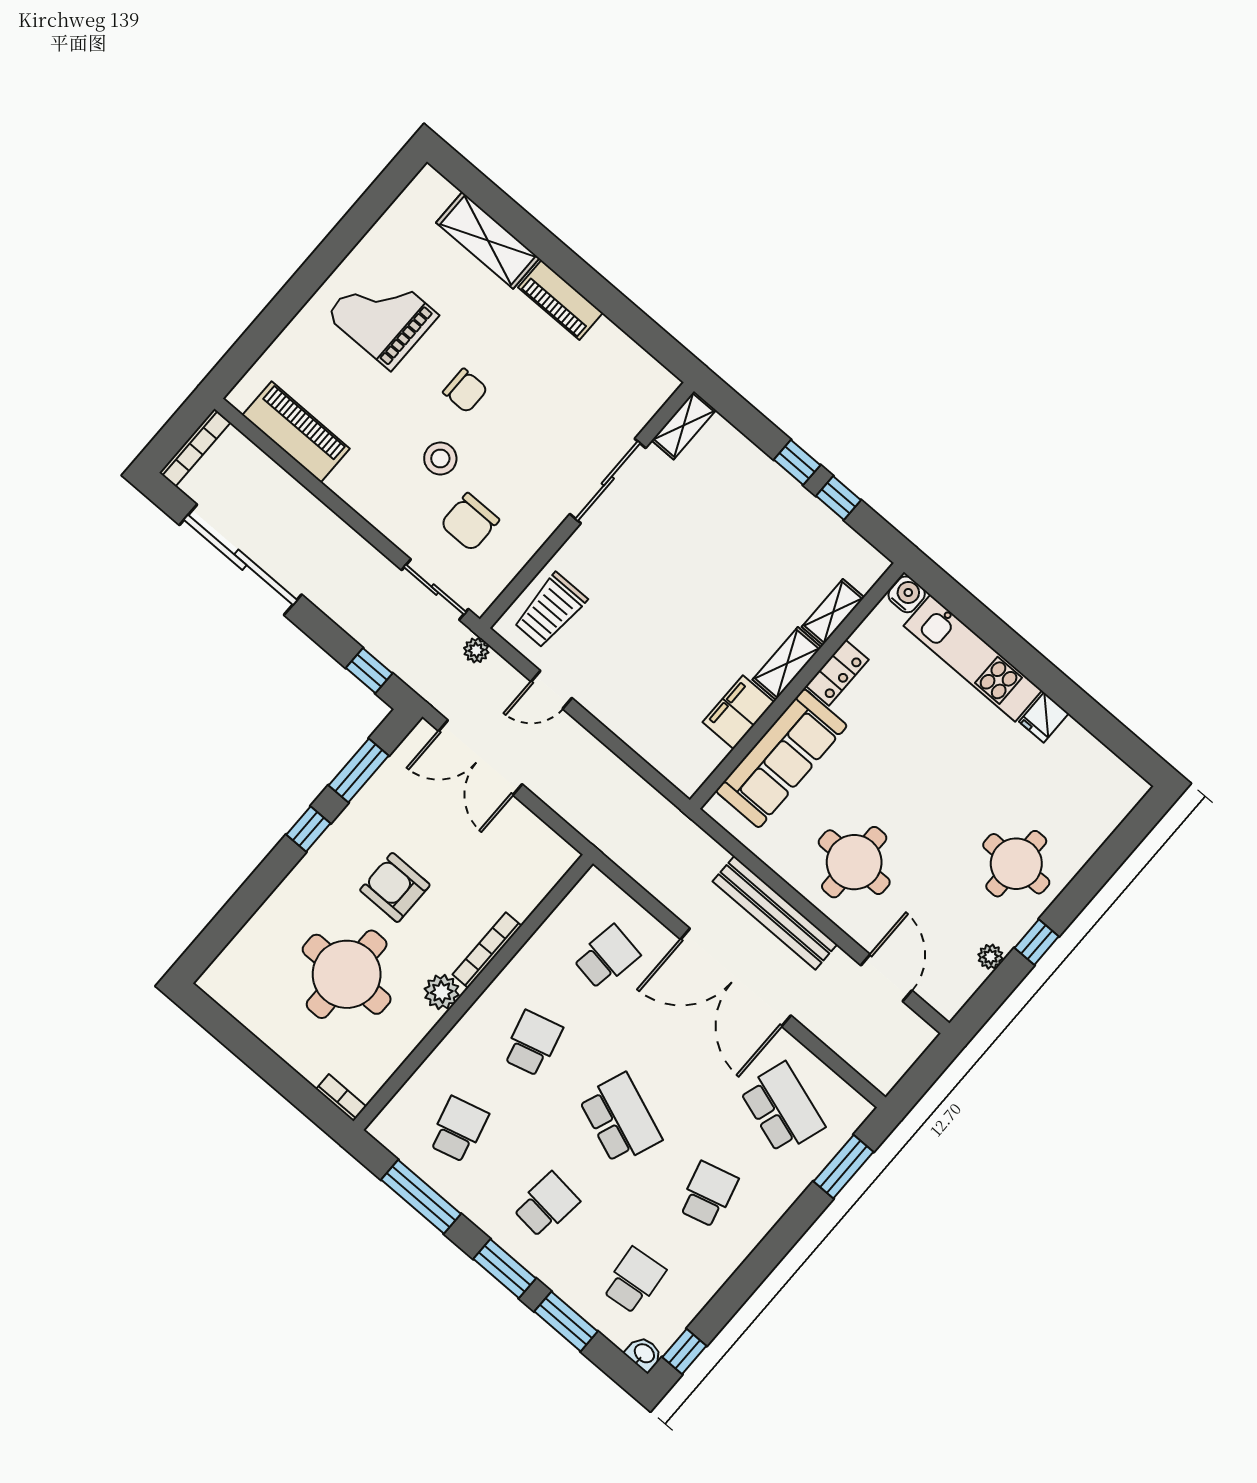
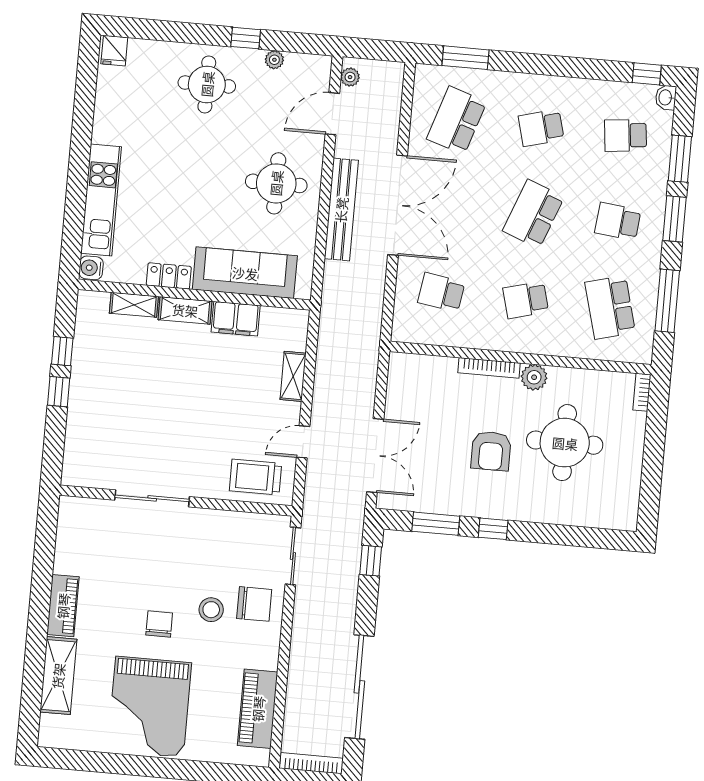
grand piano: (383, 315) -> (149, 707), width x1.37, depth x1.48
shelving: (684, 425) -> (293, 376), moved, turned 90
chair: (470, 522) -> (254, 604), moved
trolley: (550, 610) -> (256, 477), turned 180
plant: (476, 650) -> (350, 77), moved
door: (551, 690) -> (303, 442), swing flipped
fridge: (1044, 718) -> (114, 51), moved, turned 90
school desk: (458, 1129) -> (610, 307), width x1.85

